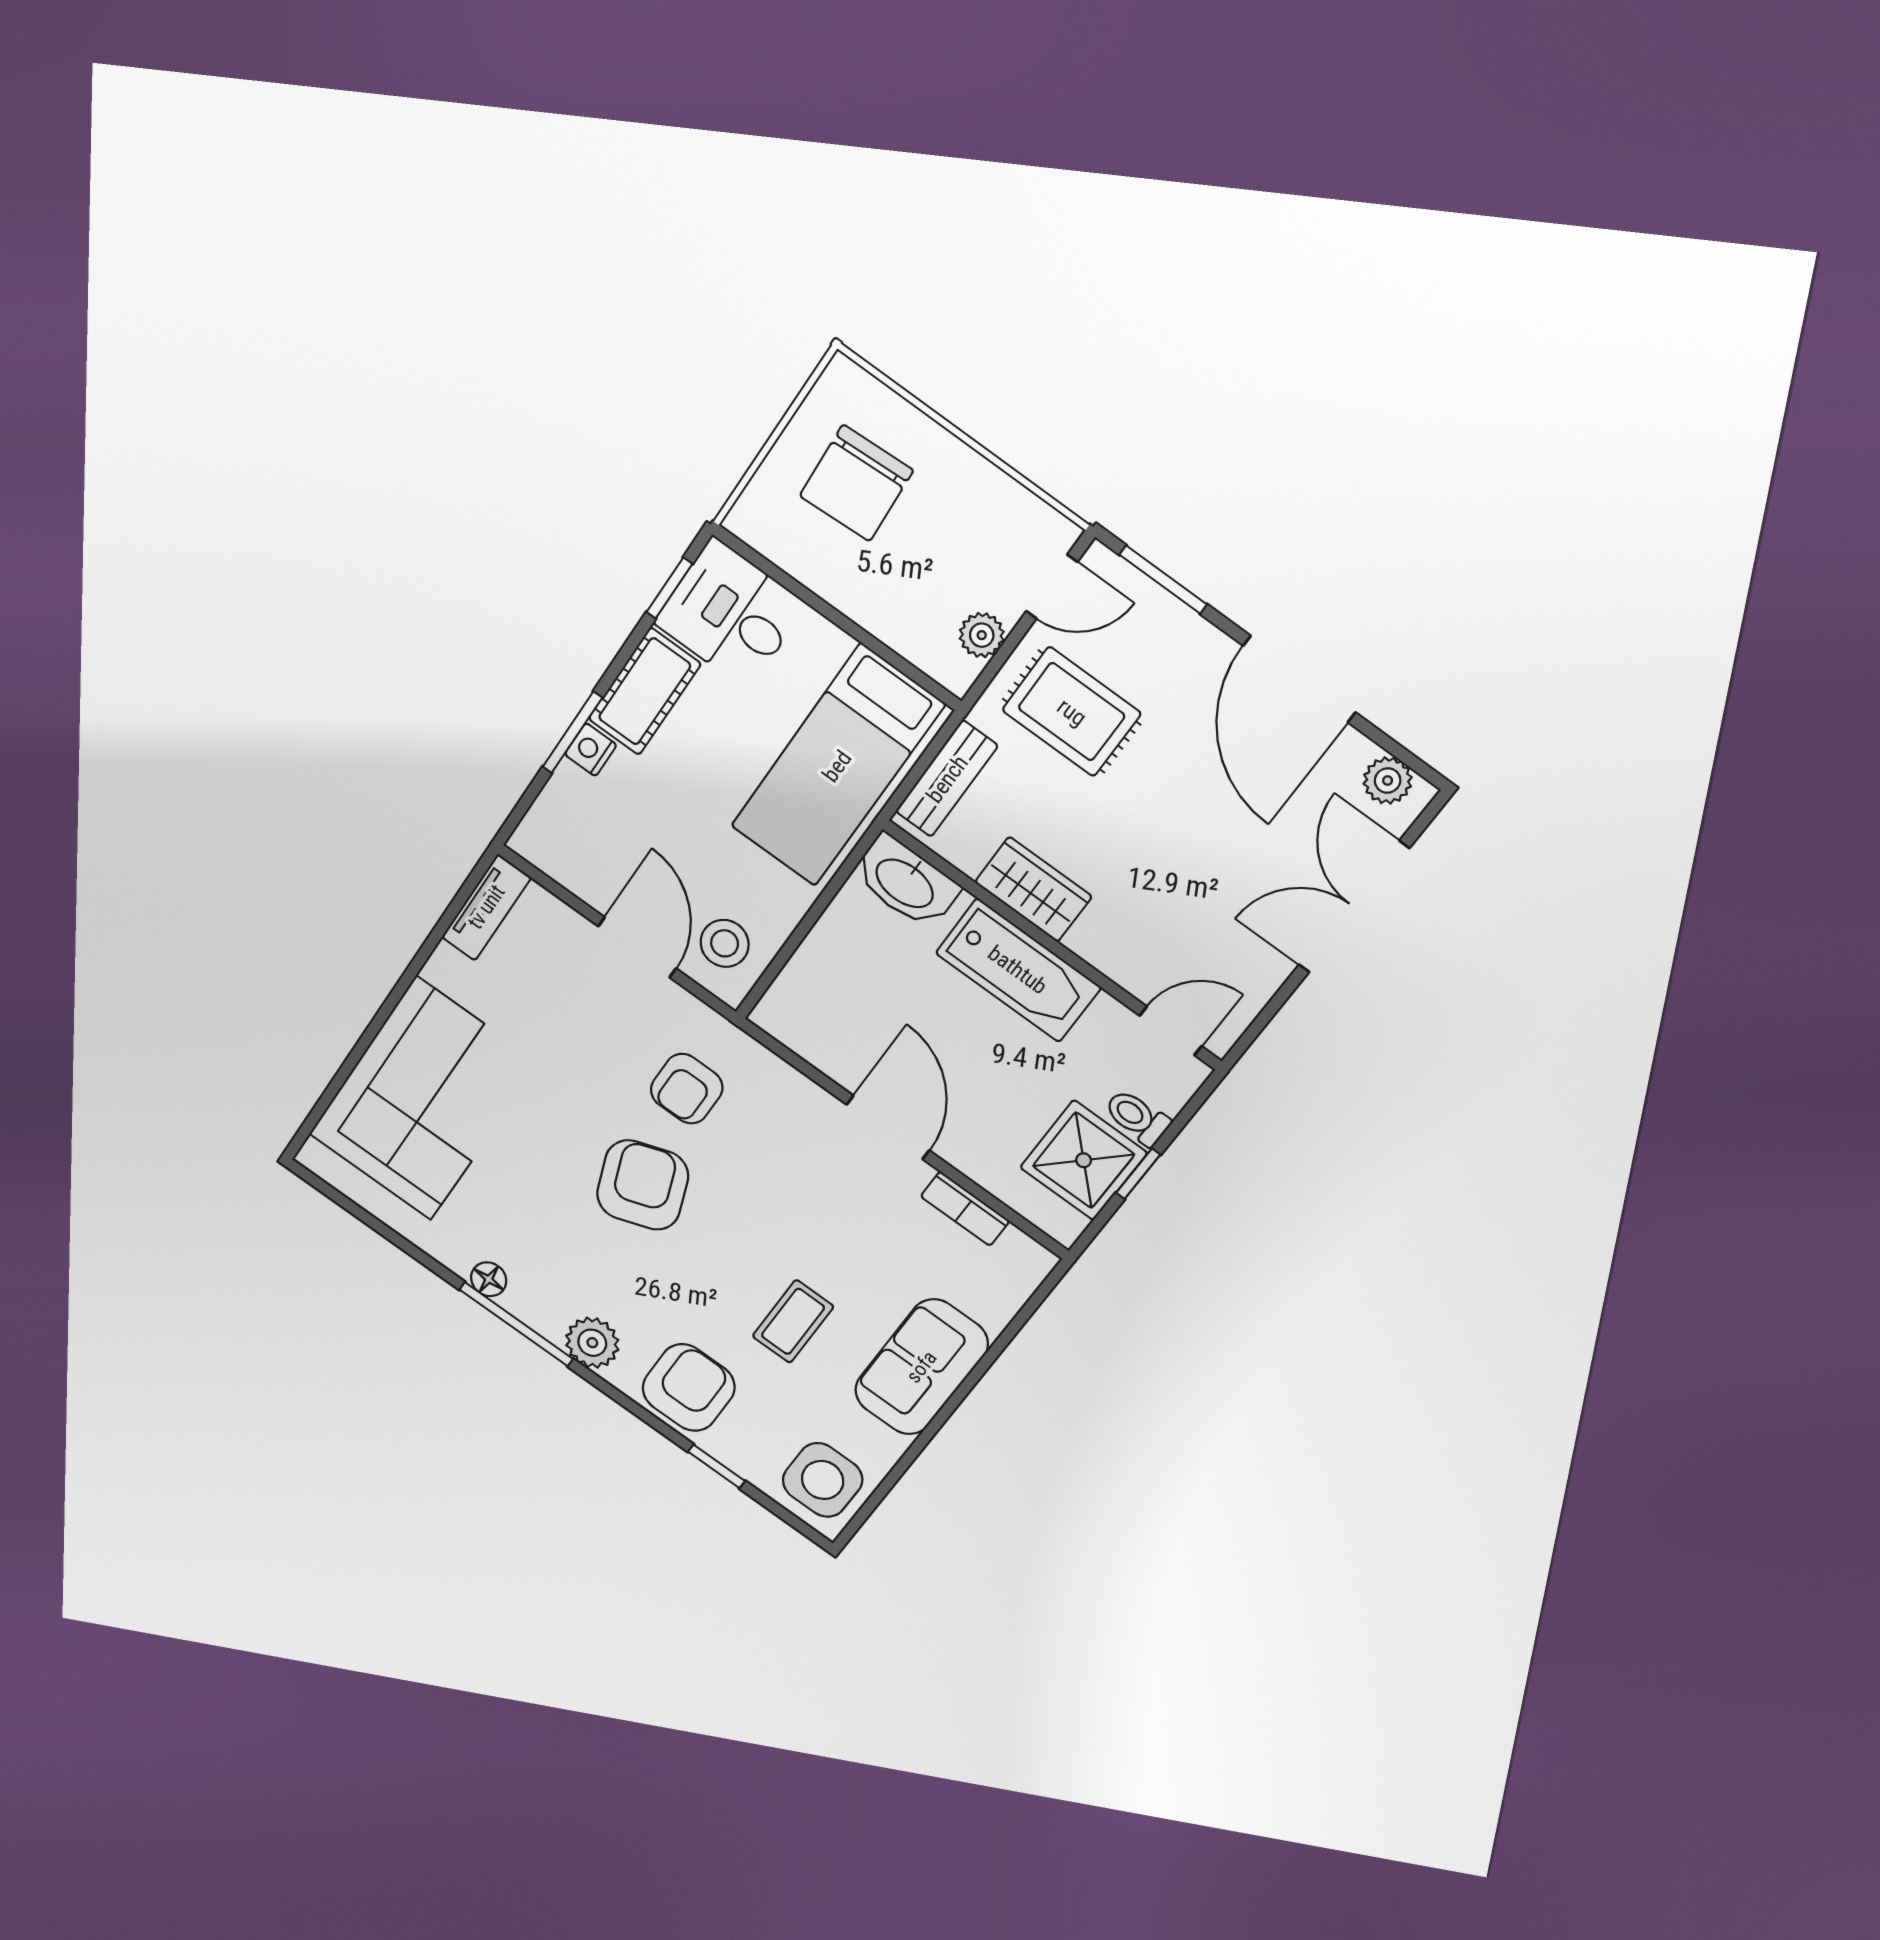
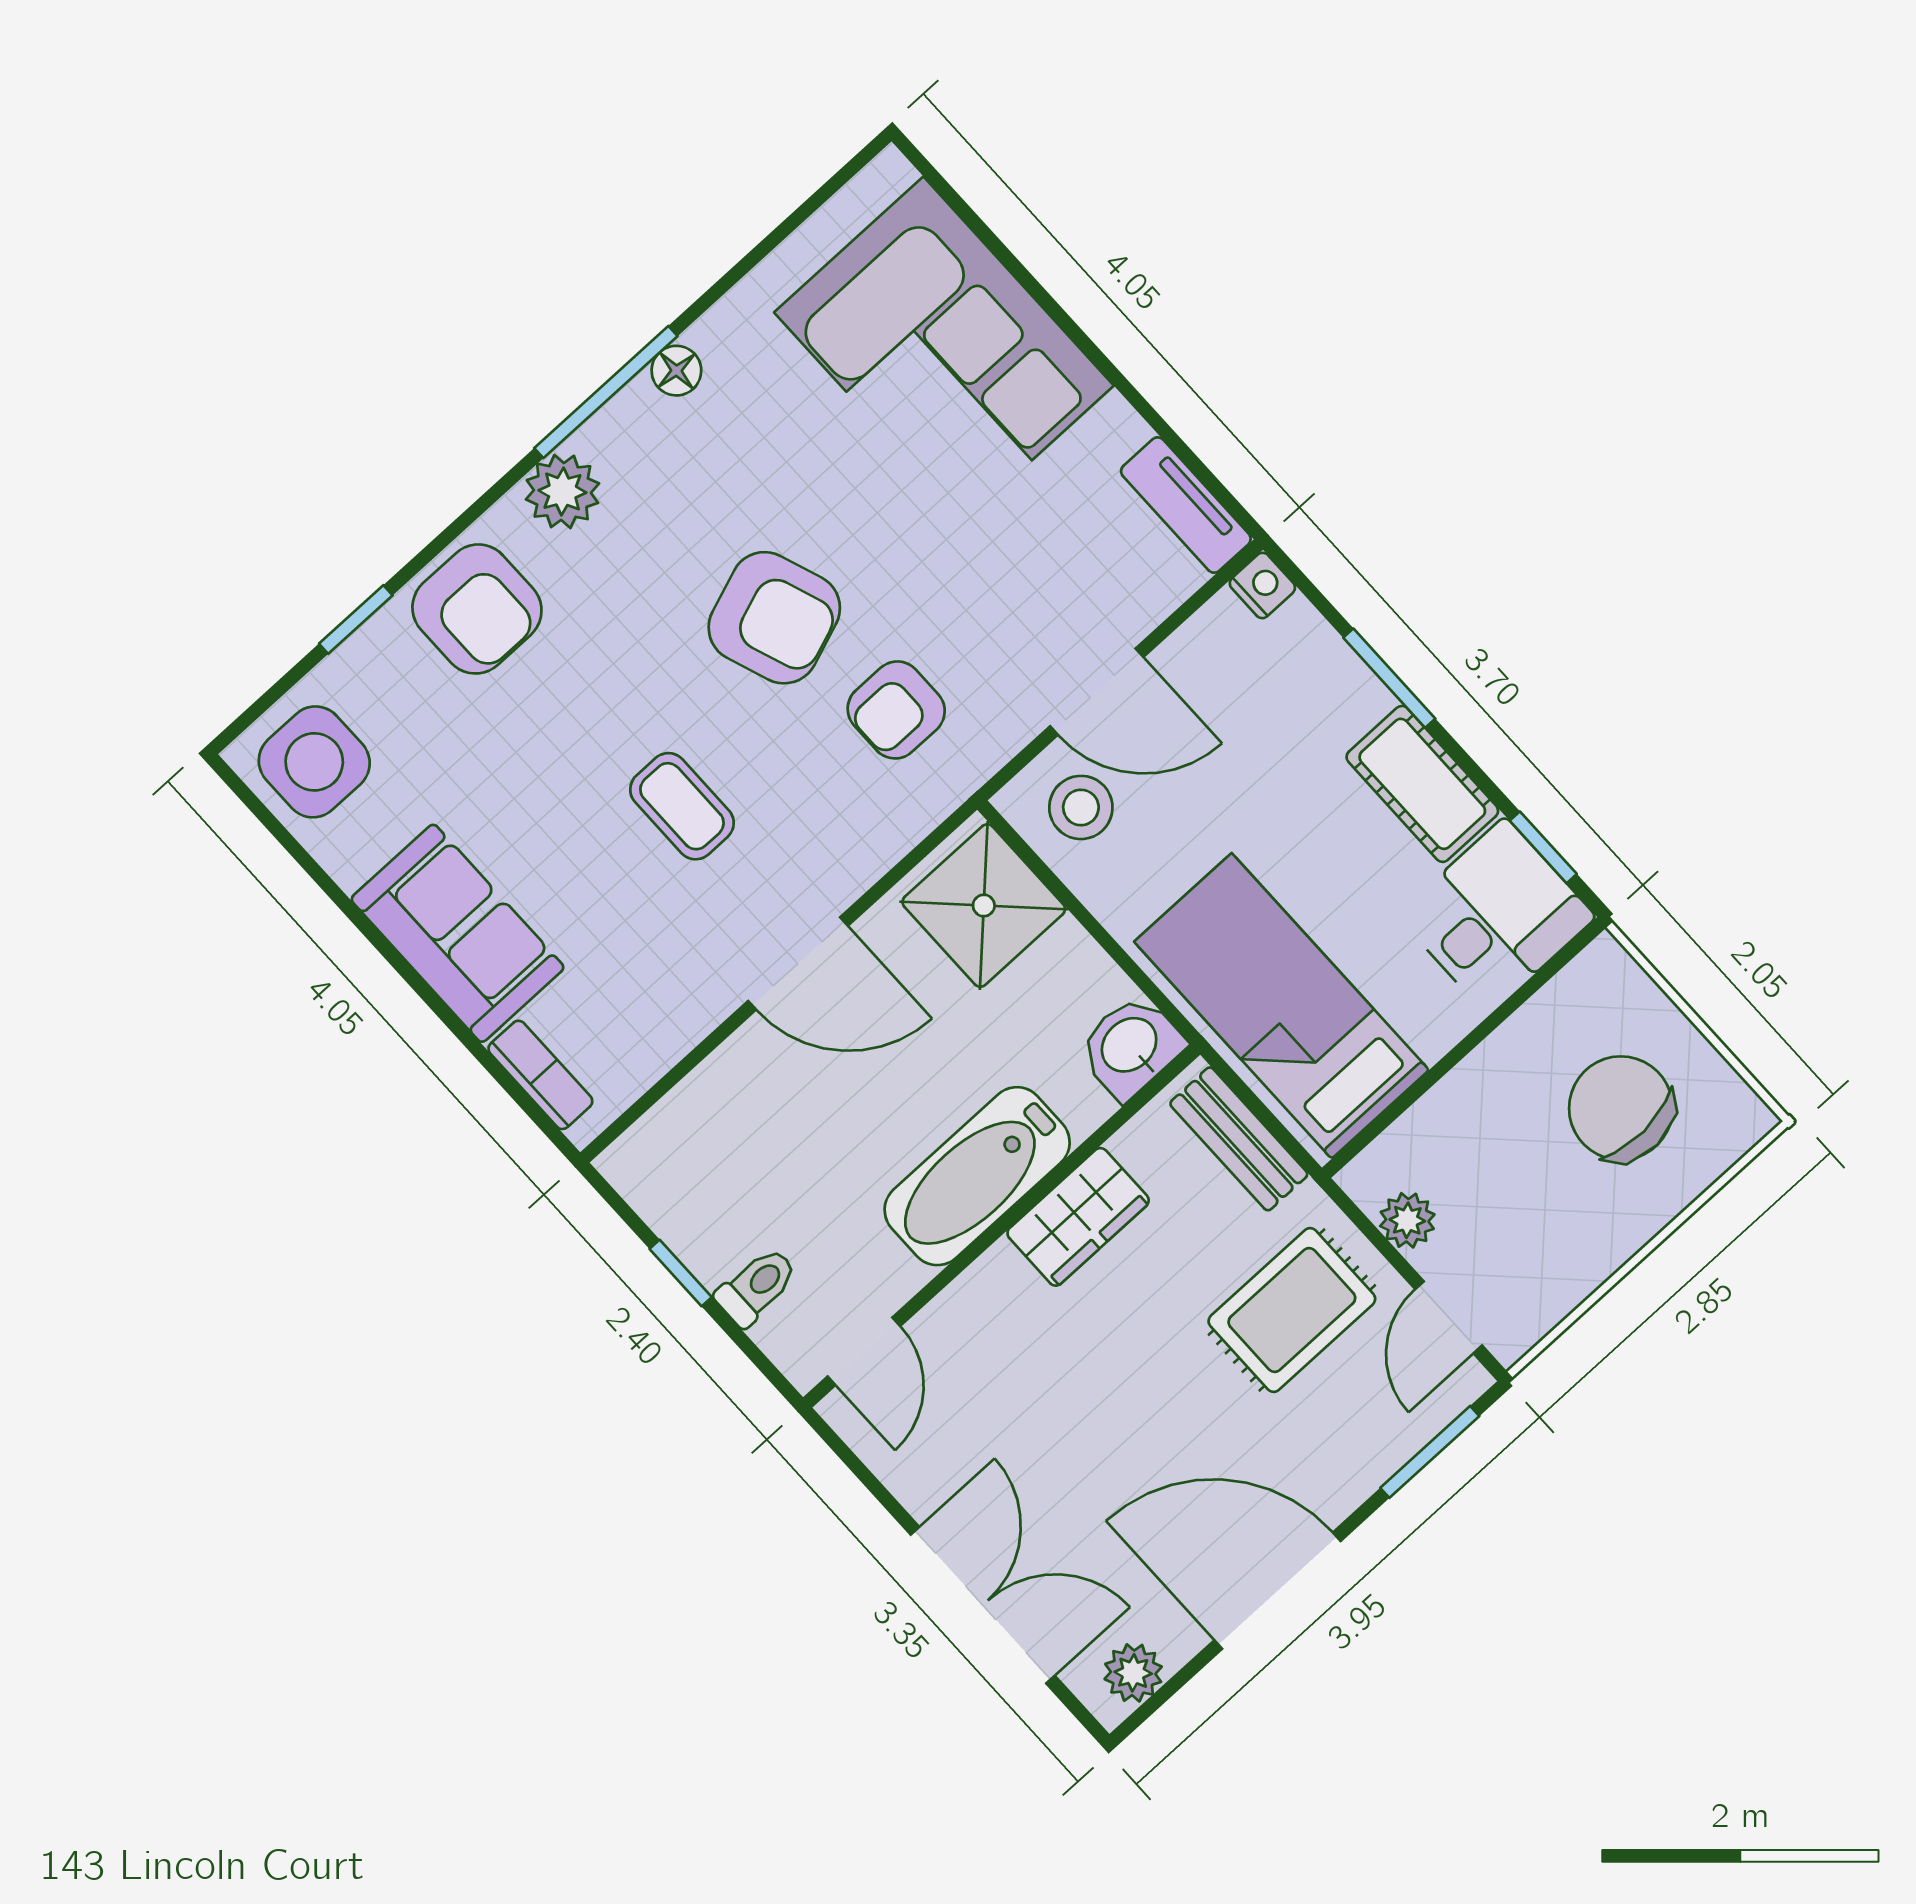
nightstand: (591, 750) -> (1262, 585), moved
washbasin: (906, 882) -> (1131, 1047), width x0.72
armchair: (687, 1089) -> (896, 710), turned -90
shower: (1084, 1160) -> (984, 906), moved
bookcase: (965, 1209) -> (540, 1075), moved, turned 90
coffee table: (793, 1321) -> (682, 806), moved

